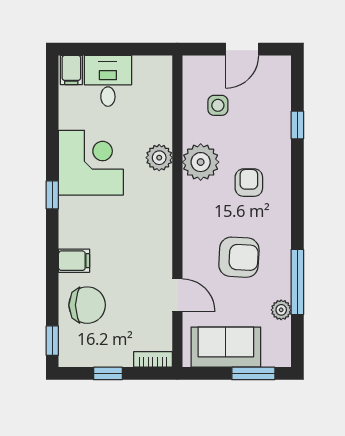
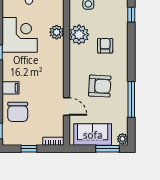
chair: (87, 305) -> (18, 112), turned 90
plant: (281, 310) -> (123, 139), moved

